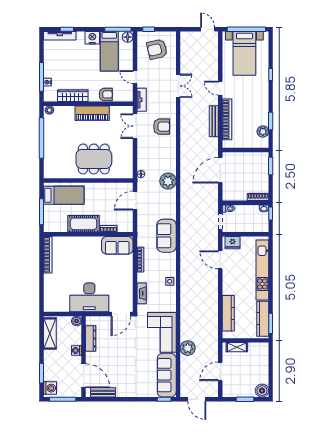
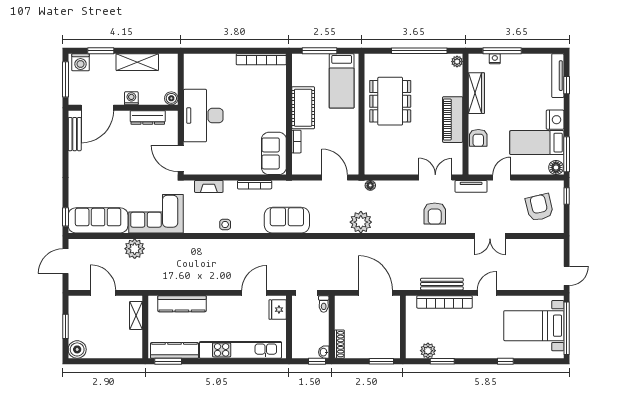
dining table: (94, 159) -> (390, 101), moved
shelving: (50, 333) -> (137, 62), moved

